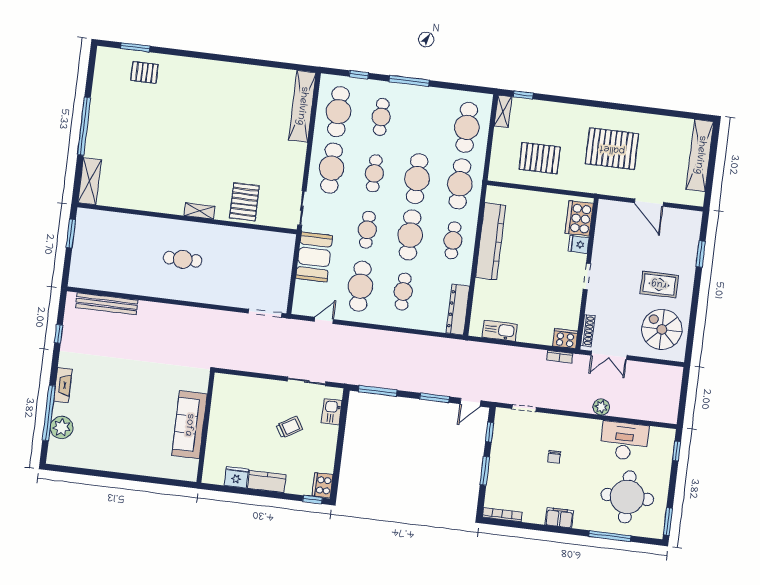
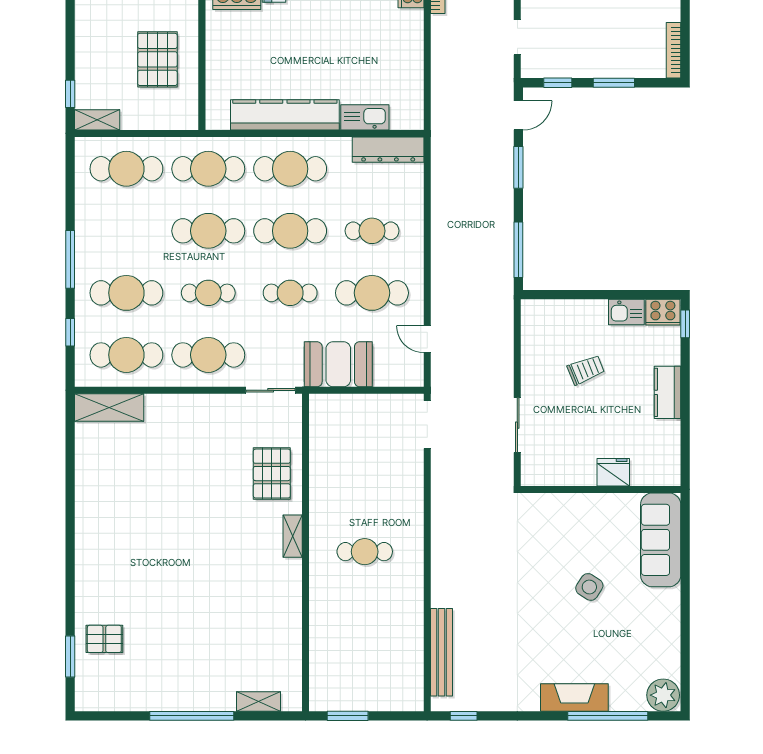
pallet: (144, 72) -> (104, 639), turned 90
shelving: (302, 106) -> (109, 407), width x0.68
cafe table: (381, 117) -> (126, 293), width x1.37, depth x1.35
shelving: (90, 181) -> (259, 702), width x0.67, depth x0.75
pallet: (244, 202) -> (272, 474), turned 90
cafe table: (453, 240) -> (290, 169), width x1.37, depth x1.35
cafe table: (183, 259) -> (365, 552), turned 90
kitchen sink: (500, 331) -> (365, 117), moved, turned 90
window: (59, 334) -> (464, 716), moved
sliding door: (307, 381) -> (517, 425), moved
fireplace: (63, 385) -> (574, 697), width x1.37, depth x1.32
door: (470, 402) -> (518, 115), hinge flipped
side table: (139, 411) -> (589, 587), added
kitchen sink: (332, 412) -> (626, 312), moved
sofa: (189, 425) -> (661, 540), moved, turned 90
plant: (62, 427) -> (663, 695), moved
trolley: (289, 427) -> (586, 370), turned 99
fridge: (236, 477) -> (613, 472), moved, turned 90

